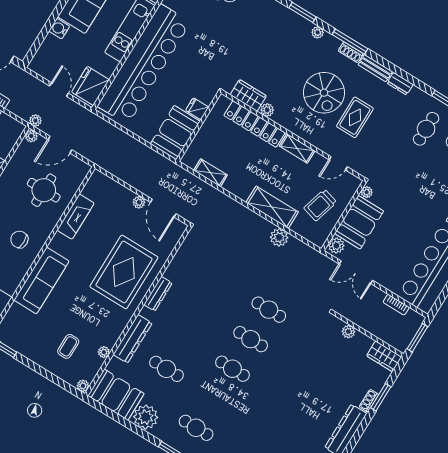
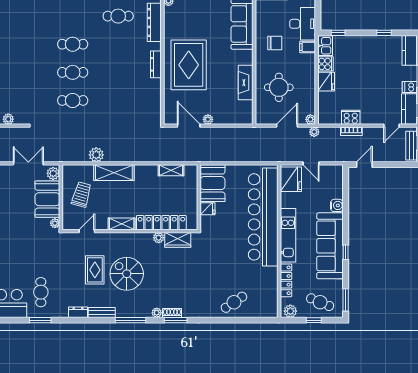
shoe rack: (351, 52) -> (172, 313), moved

